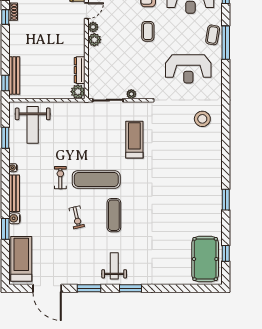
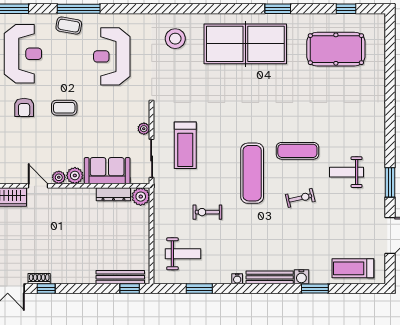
sofa: (98, 65) -> (107, 171), added
reception desk: (188, 69) -> (112, 56), turned 180
weight bench: (33, 125) -> (183, 254), width x0.73, depth x0.75
treadmill: (134, 140) -> (185, 145), moved, turned -90
table tennis table: (198, 174) -> (245, 44), added
exercise bike: (60, 178) -> (207, 212), moved
treadmill: (21, 259) -> (353, 268), width x0.73, depth x0.73
pool table: (205, 259) -> (336, 49), moved
weight bench: (114, 266) -> (346, 172), moved
window: (131, 288) -> (390, 130), removed

